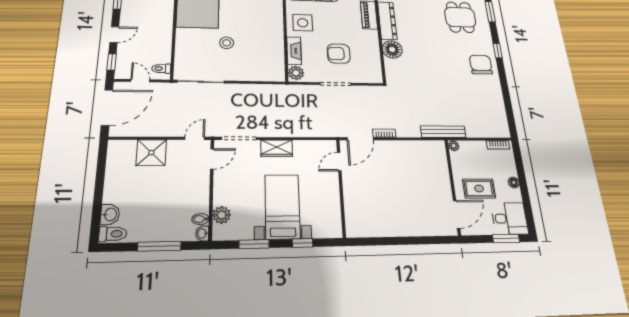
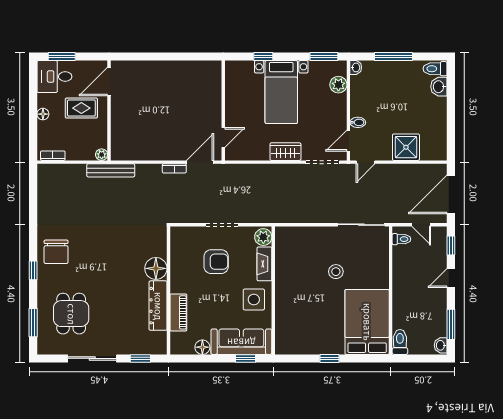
bidet: (200, 219) -> (358, 122), moved
window: (254, 244) -> (324, 56), moved

